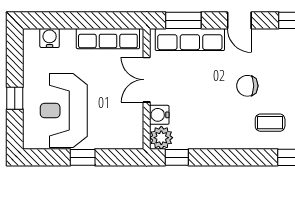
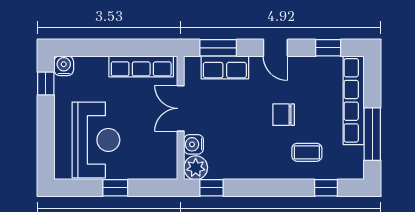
water cooler: (50, 38) -> (64, 66), moved
row of seats: (190, 40) -> (225, 67), width x0.68
window: (15, 98) -> (46, 84), moved
reception desk: (64, 111) -> (96, 140), turned 180

